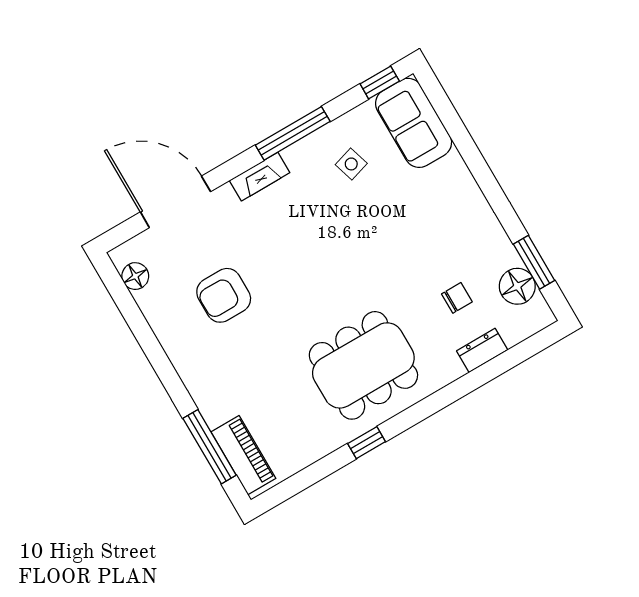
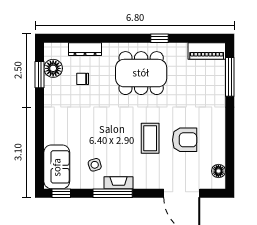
fireplace: (260, 177) -> (119, 183), moved
coffee table: (284, 264) -> (150, 138), added
dresser: (482, 350) -> (85, 49), width x1.44
piano: (243, 455) -> (207, 51), moved, turned -90

